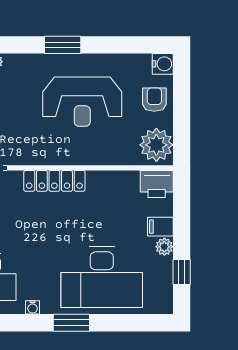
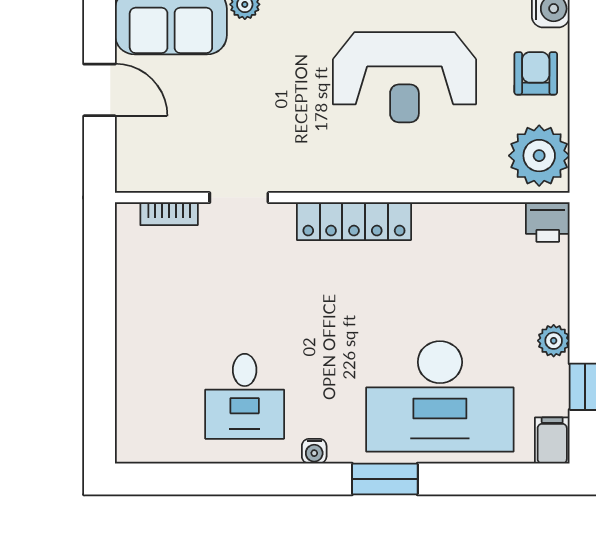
printer: (157, 184) -> (548, 222), width x0.73, depth x0.81
filing cabinet: (160, 227) -> (552, 440), moved, turned 90

